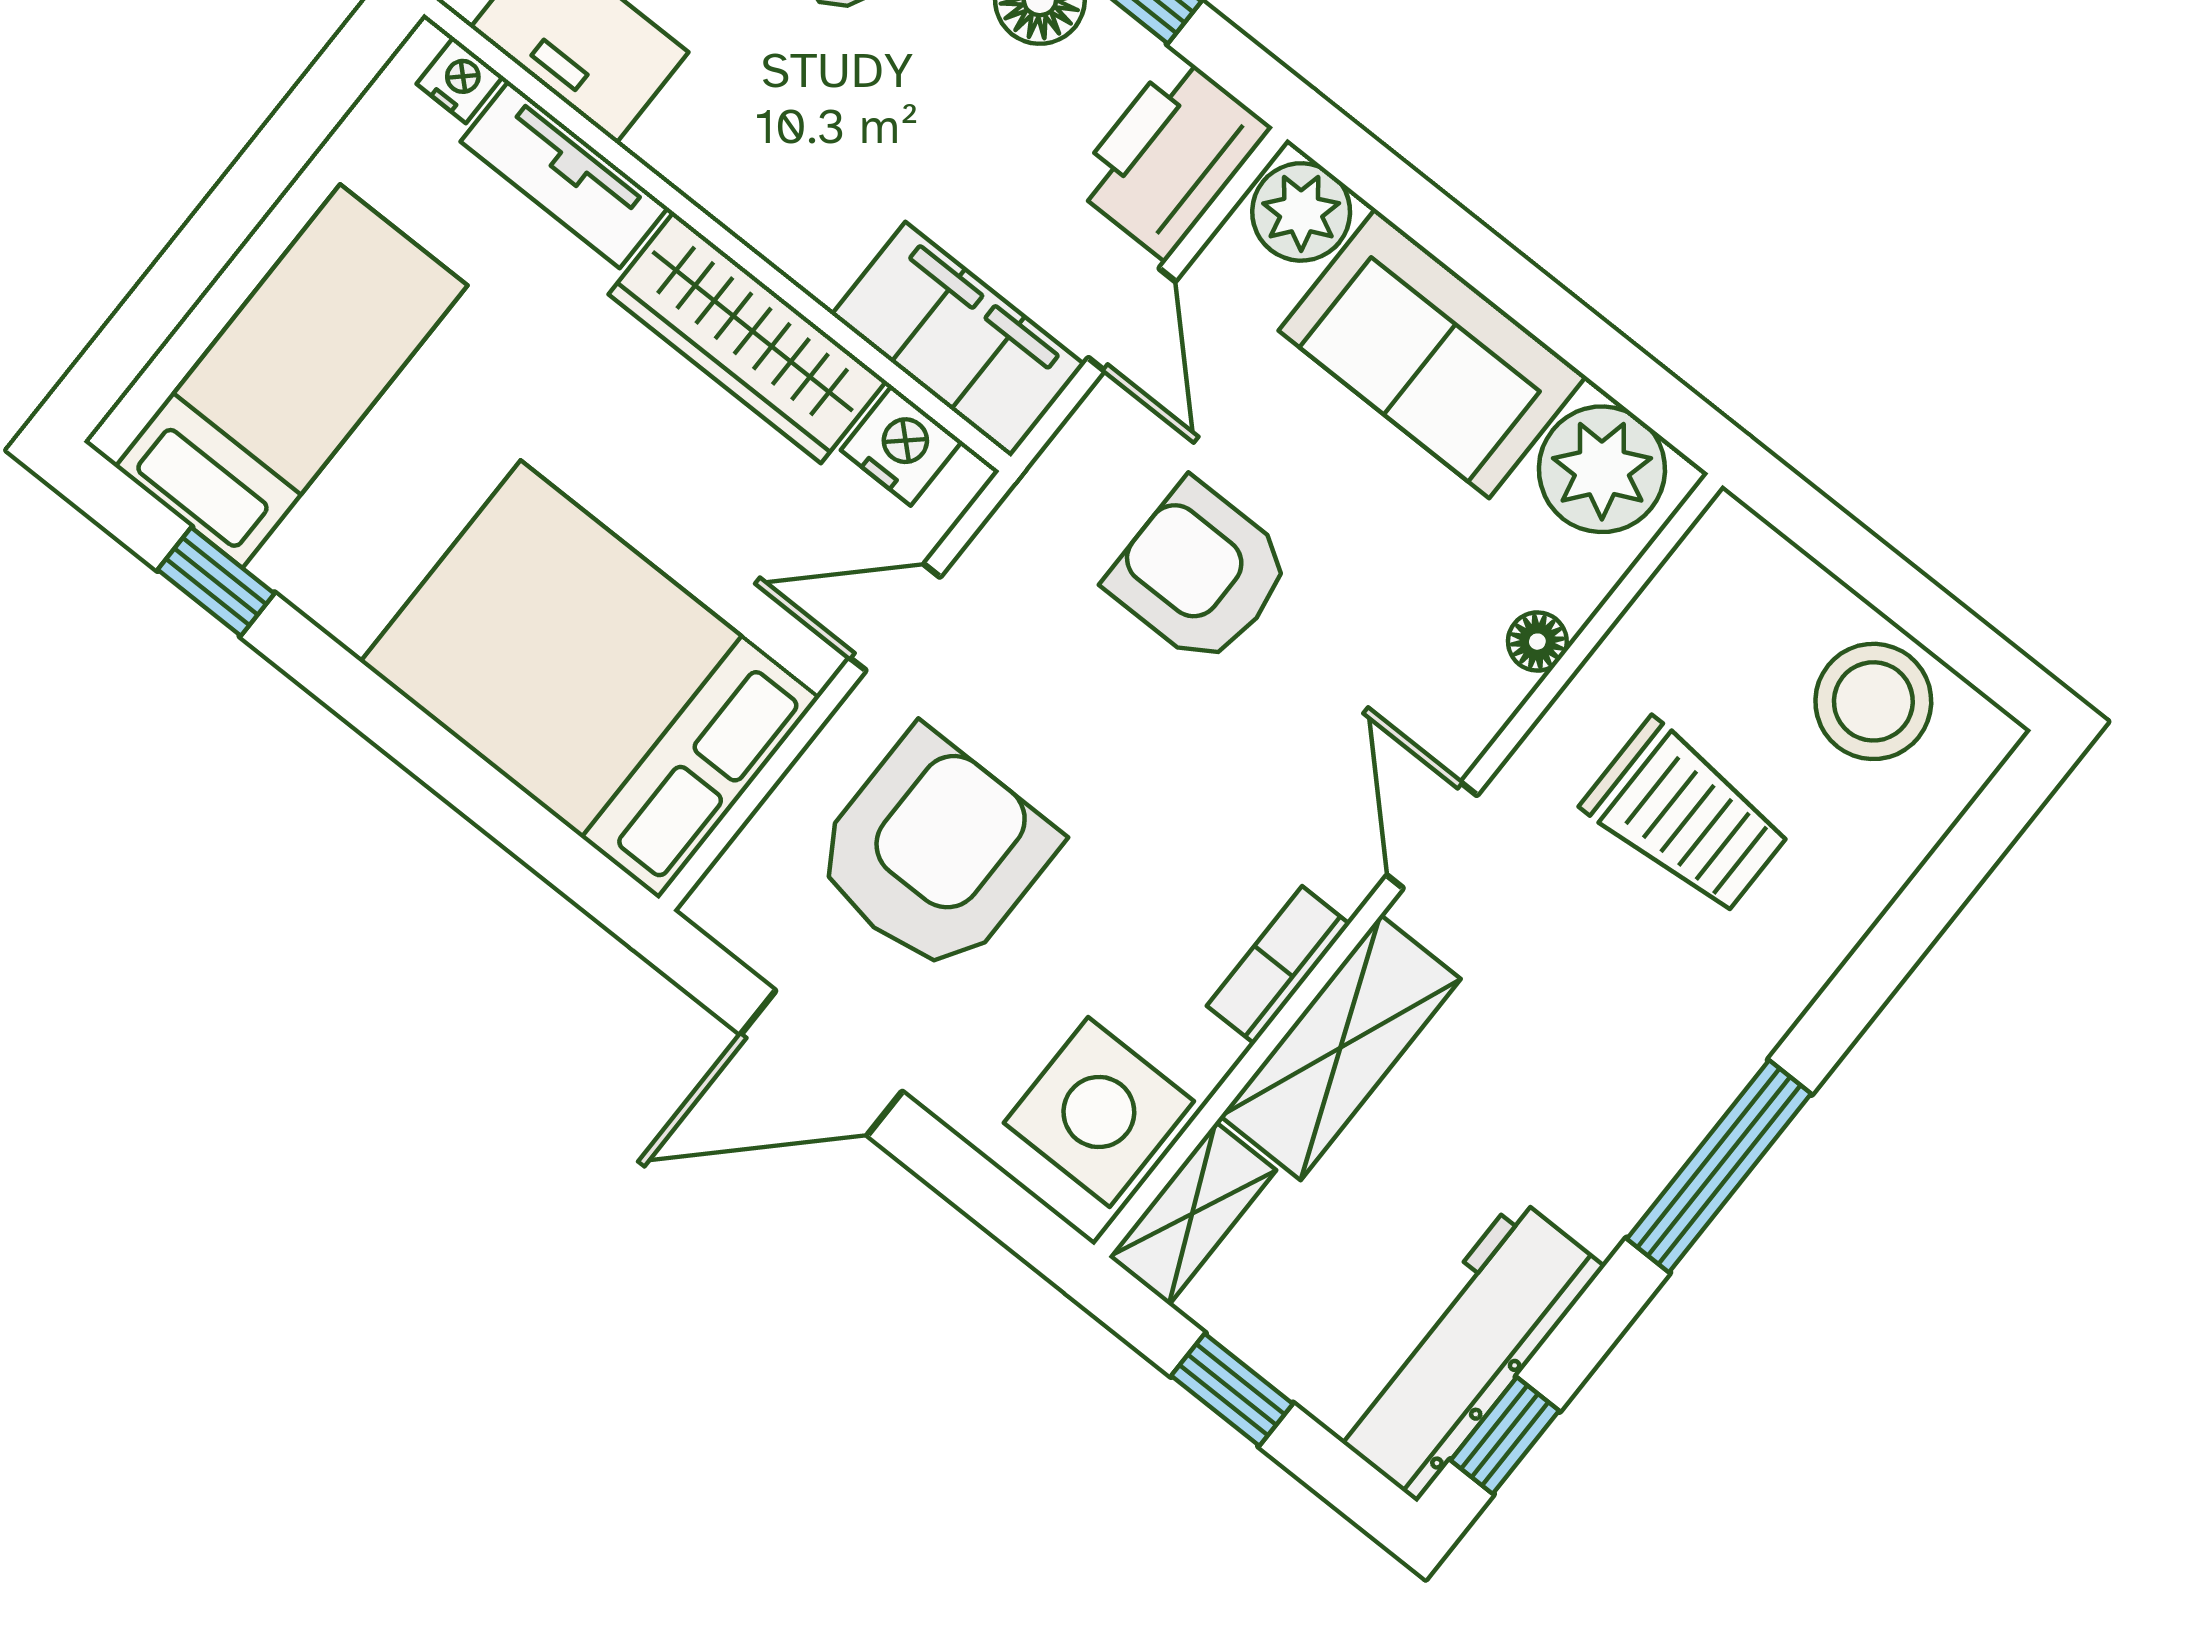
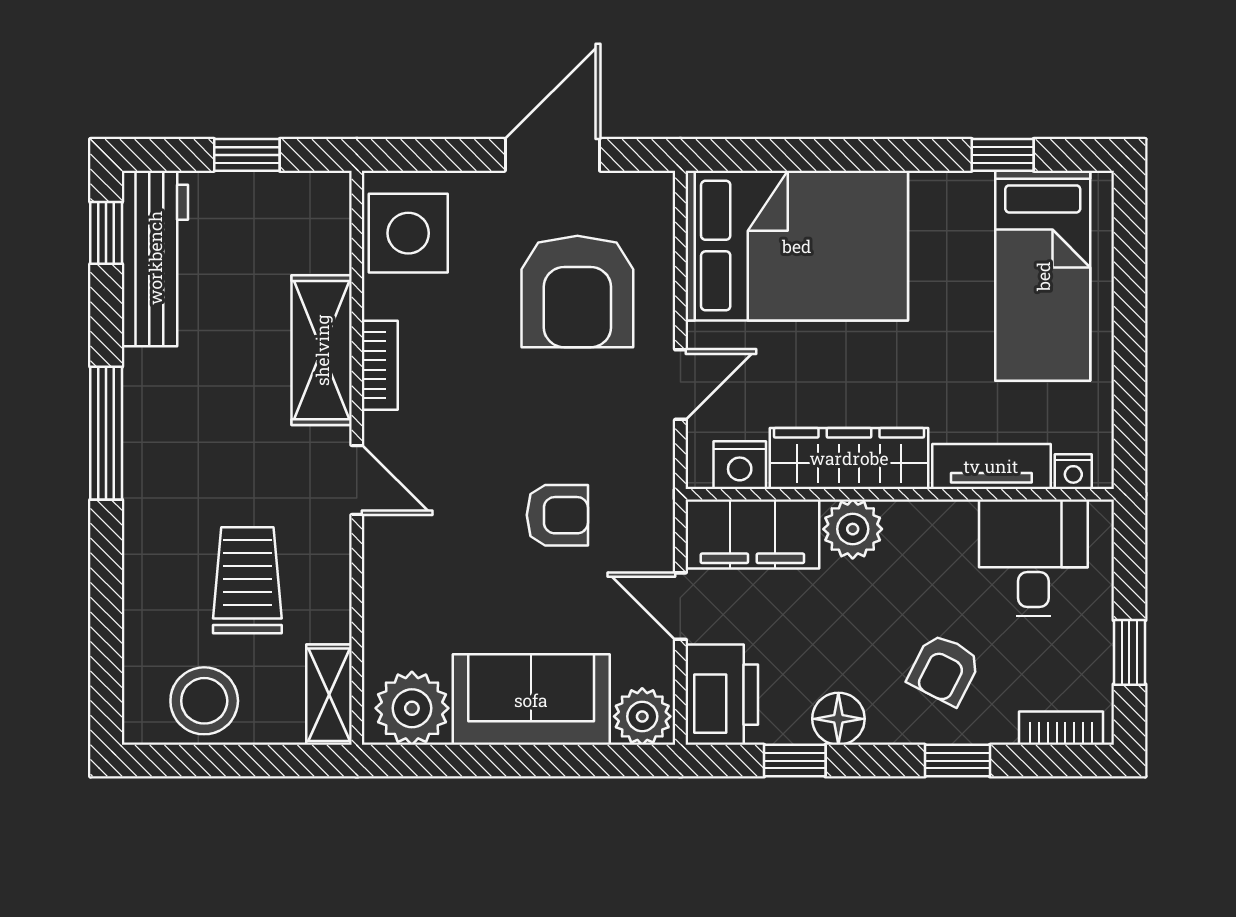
plant: (818, 239) -> (853, 529), added
armchair: (1200, 573) -> (557, 515), width x0.72, depth x0.72
floor lamp: (1537, 642) -> (379, 606), removed
trolley: (1686, 817) -> (247, 580), turned 90
shelving: (1192, 1214) -> (329, 695), moved

